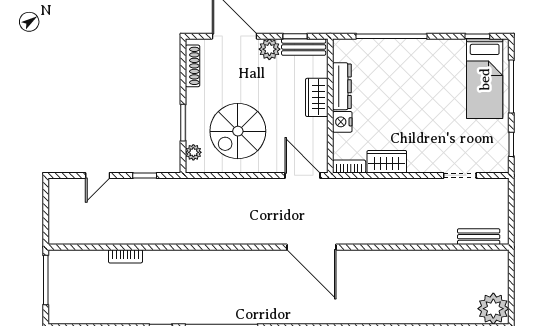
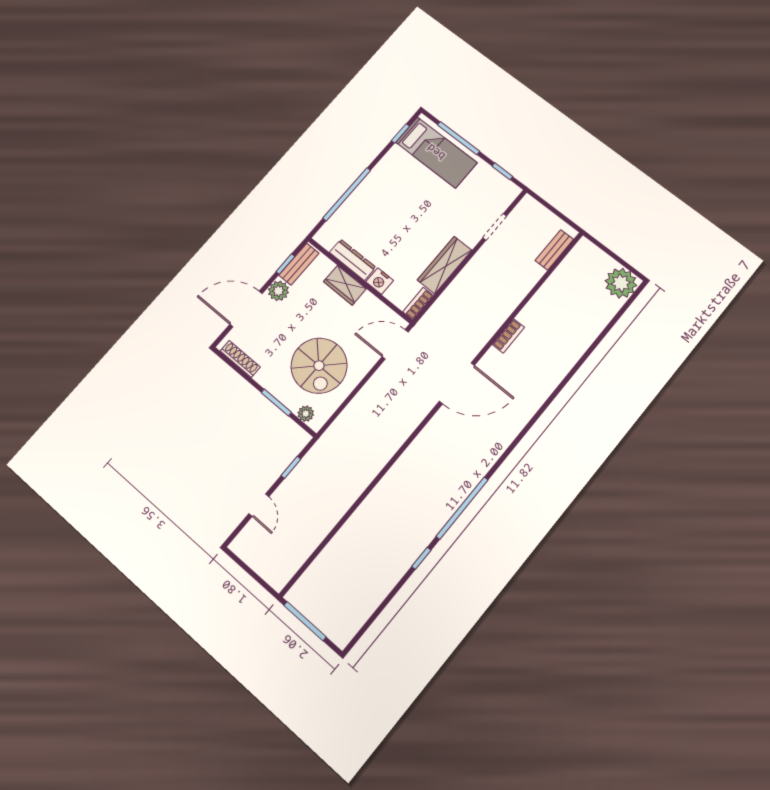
wardrobe: (387, 162) -> (445, 265), width x1.50
bookcase: (125, 256) -> (508, 336), moved

